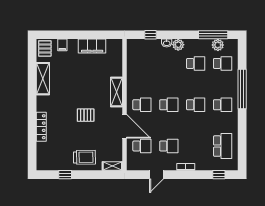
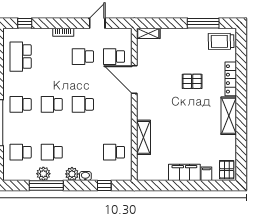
window: (213, 35) -> (46, 186), moved
plant: (218, 45) -> (43, 174), moved
filing cabinet: (92, 46) -> (184, 172), moved
shelving: (43, 79) -> (229, 116), moved
shelving: (116, 92) -> (144, 137), moved
school desk: (142, 105) -> (114, 152), moved
pallet: (86, 115) -> (192, 81), moved
trolley: (84, 157) -> (221, 41), moved
window: (65, 175) -> (203, 23), width x2.17

